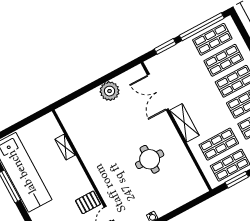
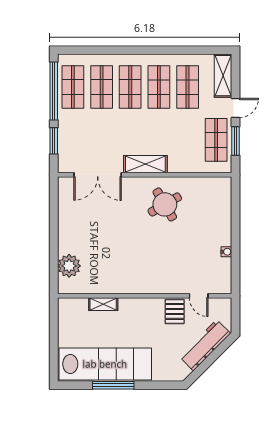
plant: (110, 91) -> (69, 266), moved
shop shelf: (219, 144) -> (188, 140), removed
round table: (150, 159) -> (165, 204), moved, turned -30

